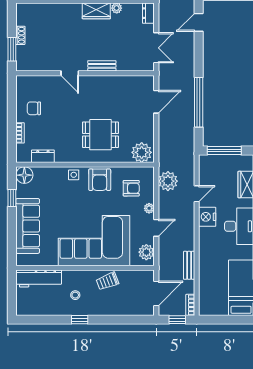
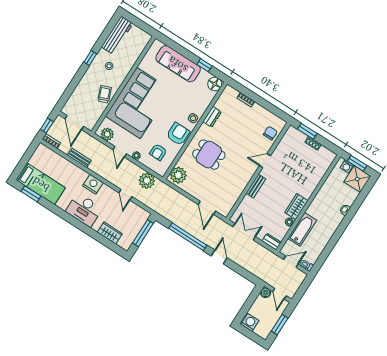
door: (199, 22) -> (219, 257), moved
double door: (156, 48) -> (244, 232), swing flipped
chair: (34, 108) -> (270, 133), moved
dining table: (100, 135) -> (209, 155), turned 90
dresser: (43, 156) -> (212, 117), moved
armchair: (100, 180) -> (178, 134), turned 90
nightstand: (207, 217) -> (93, 184), moved
workbench: (39, 279) -> (117, 35), moved, turned 180

